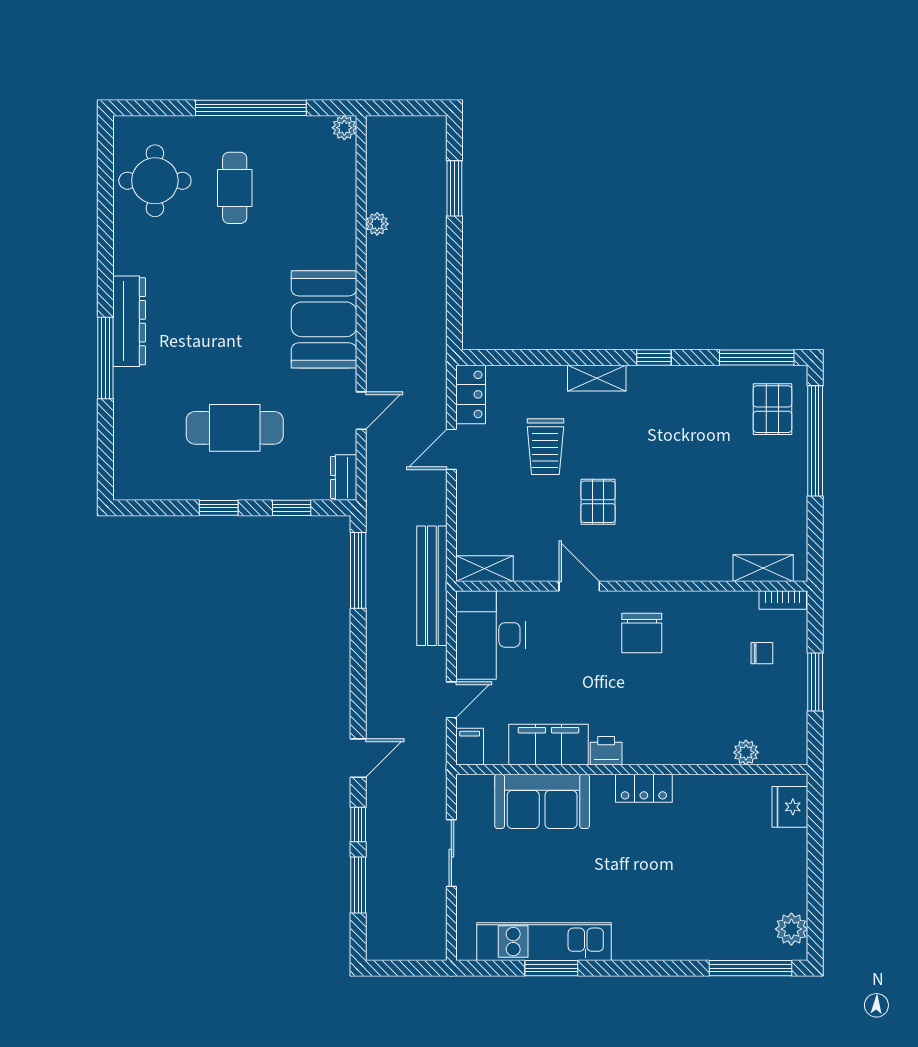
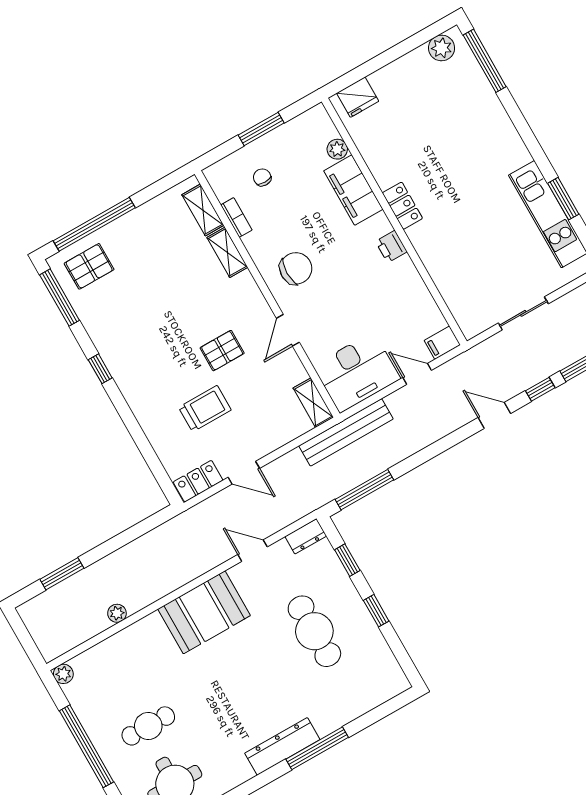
shelving: (597, 378) -> (227, 252), moved
bookcase: (783, 600) -> (236, 217), moved
filing cabinet: (548, 745) -> (353, 190), moved
sofa: (542, 801) -> (452, 271), removed

